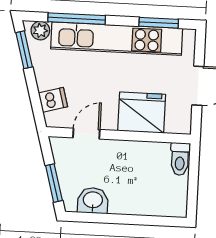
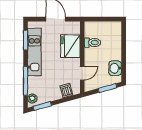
kitchen unit: (117, 39) -> (34, 52), width x0.73
door: (86, 134) -> (82, 73), swing flipped
toilet: (180, 159) -> (92, 43), moved

